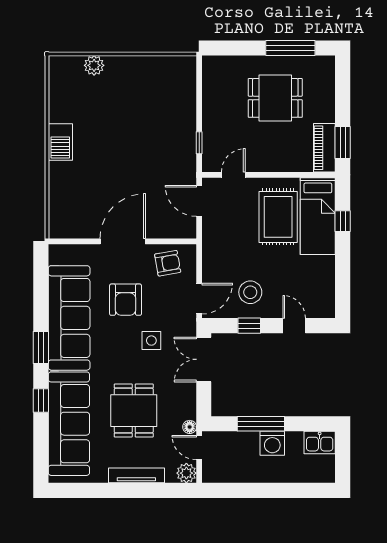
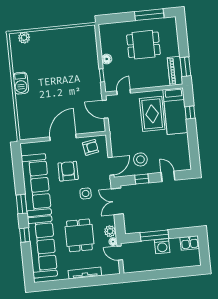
plant: (94, 65) -> (24, 38), moved
floor lamp: (210, 116) -> (107, 59), added
armchair: (126, 300) -> (68, 171), turned 180
plant: (186, 473) -> (110, 231), moved

